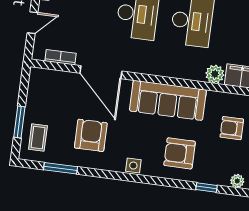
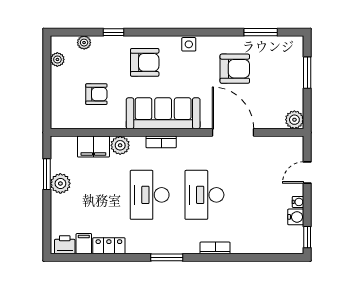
bookcase: (61, 57) -> (161, 142), moved
plant: (38, 77) -> (294, 120), added
armchair: (91, 135) -> (235, 69), turned -90
coffee table: (38, 138) -> (287, 60), removed

